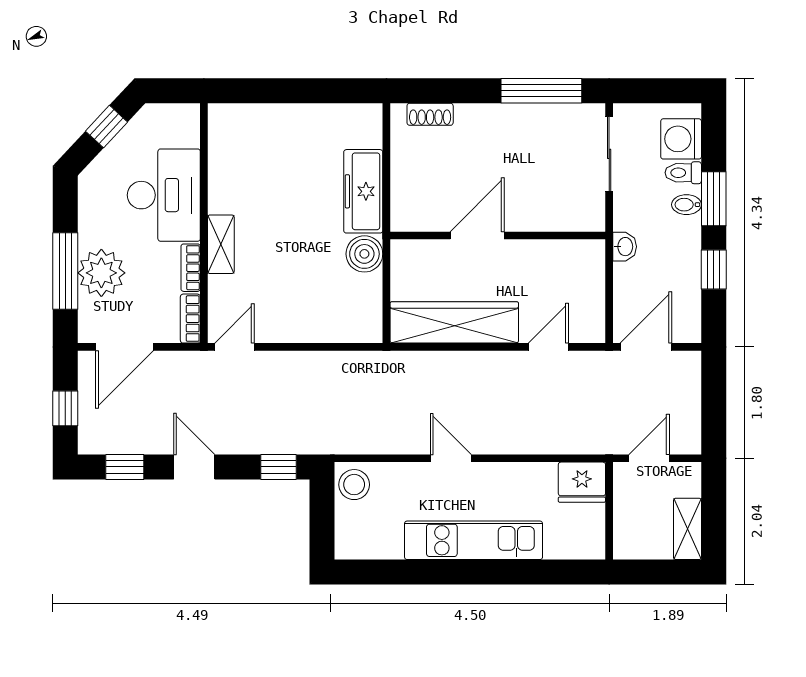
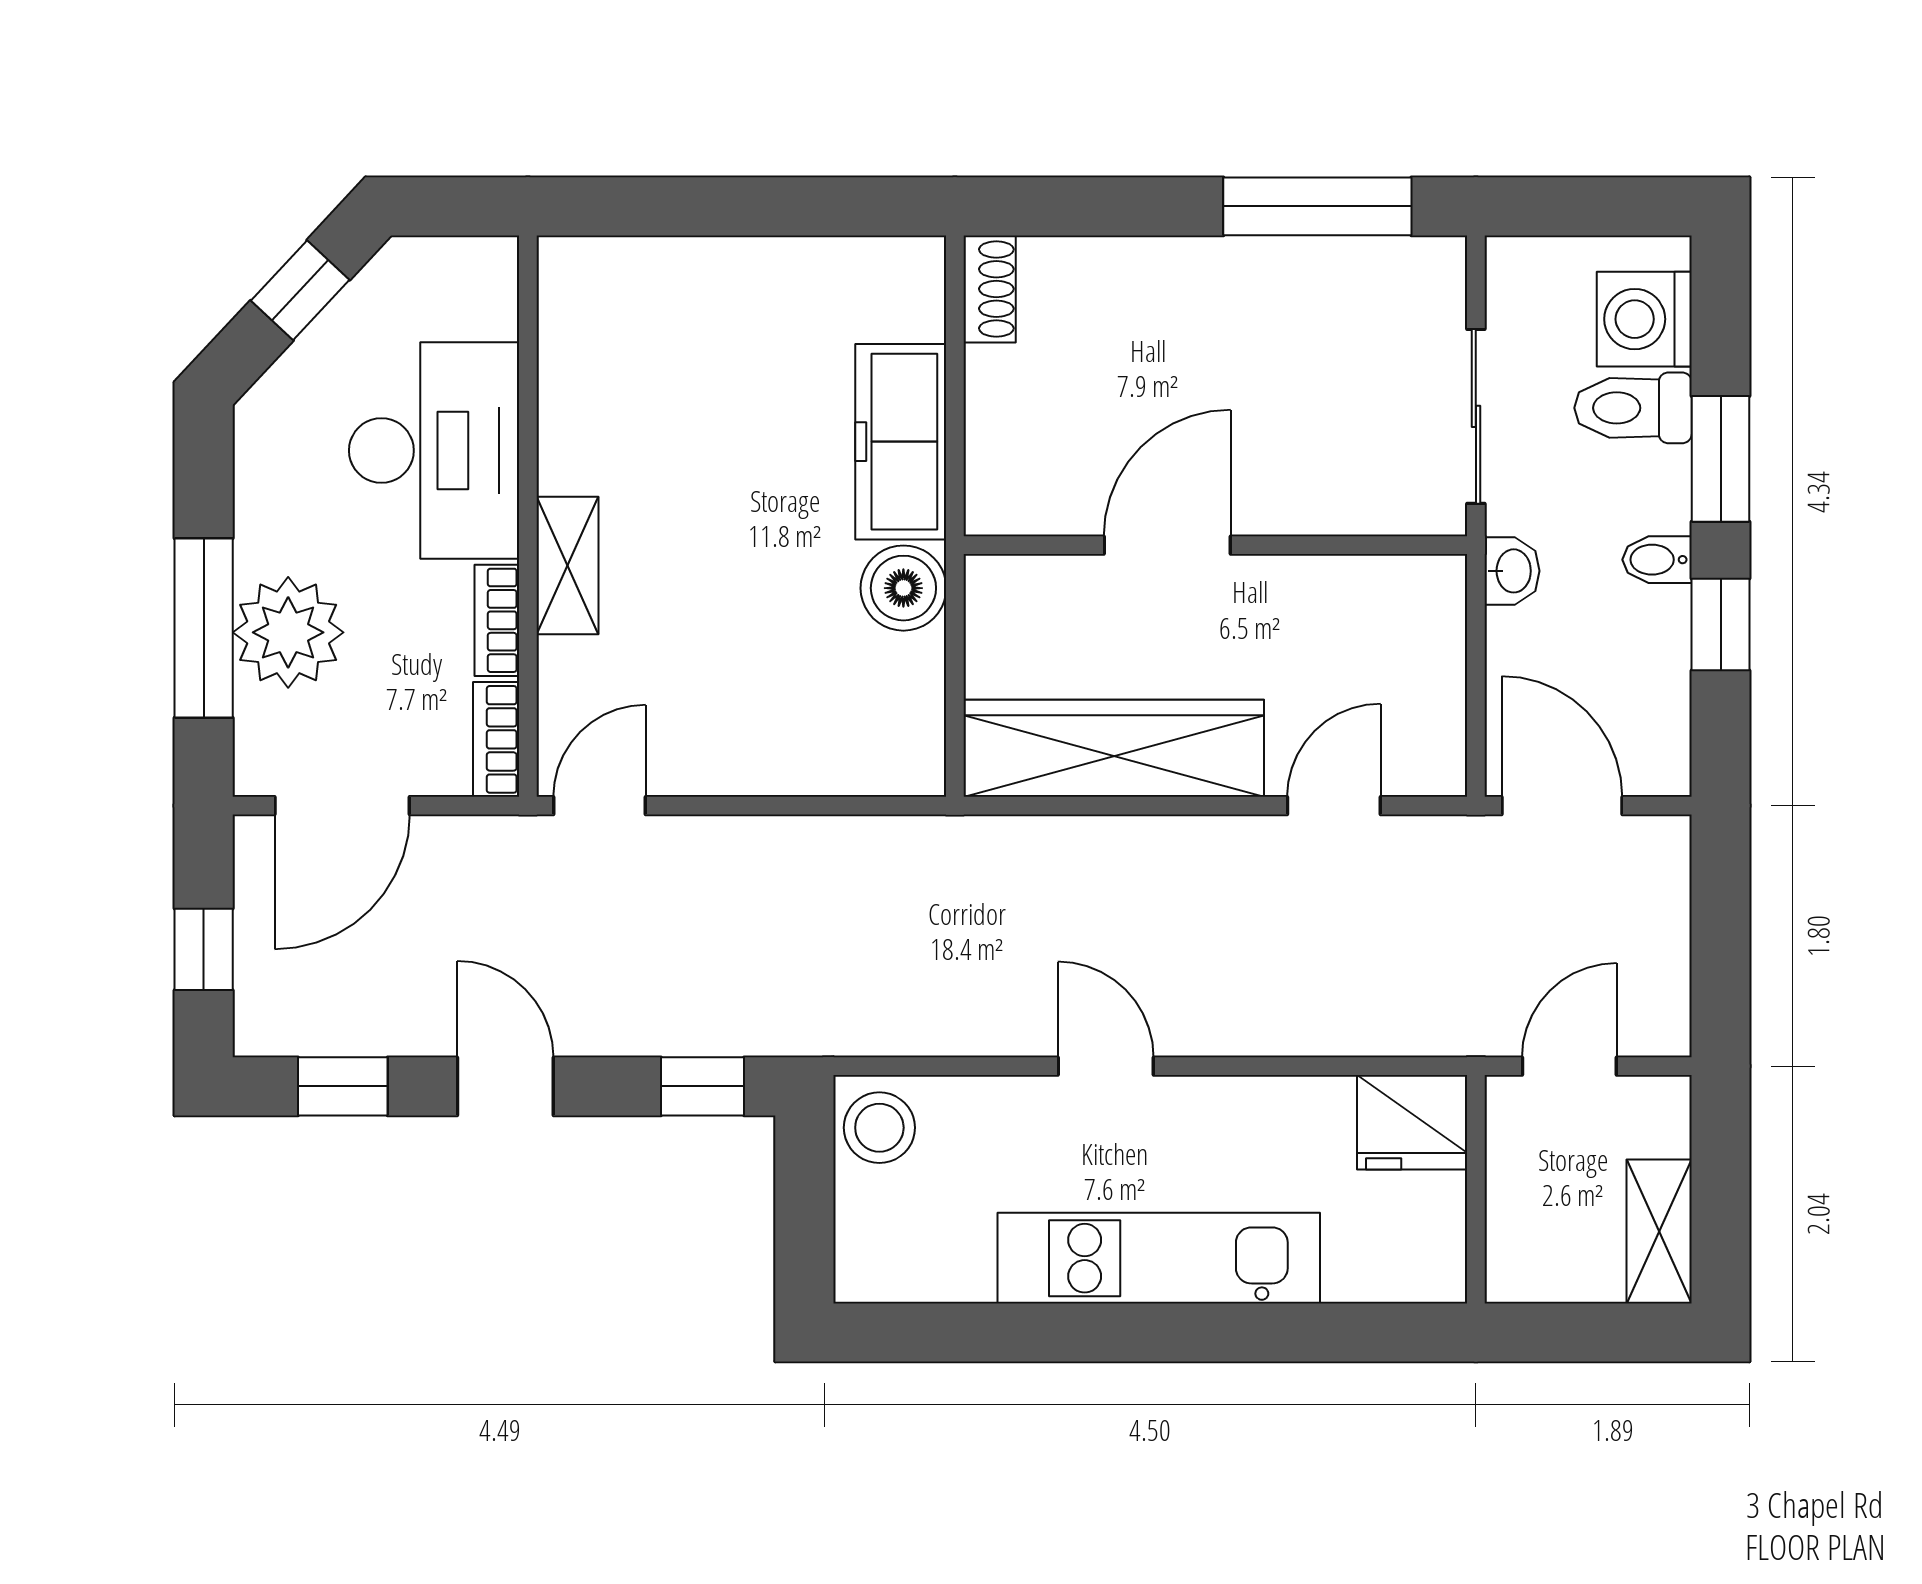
shoe rack: (430, 114) -> (990, 289), moved, turned -90
sliding door: (609, 154) -> (1476, 416), moved
toilet: (683, 173) -> (1633, 408), width x1.37, depth x1.39
bidet: (687, 205) -> (1657, 560), moved
door: (646, 347) -> (1562, 806), hinge flipped

